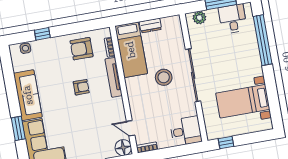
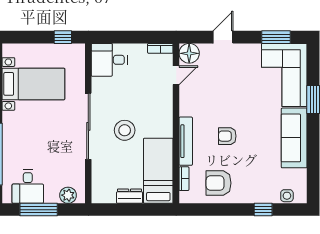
armchair: (82, 49) -> (219, 183), turned 180
door: (131, 128) -> (176, 75), hinge flipped

